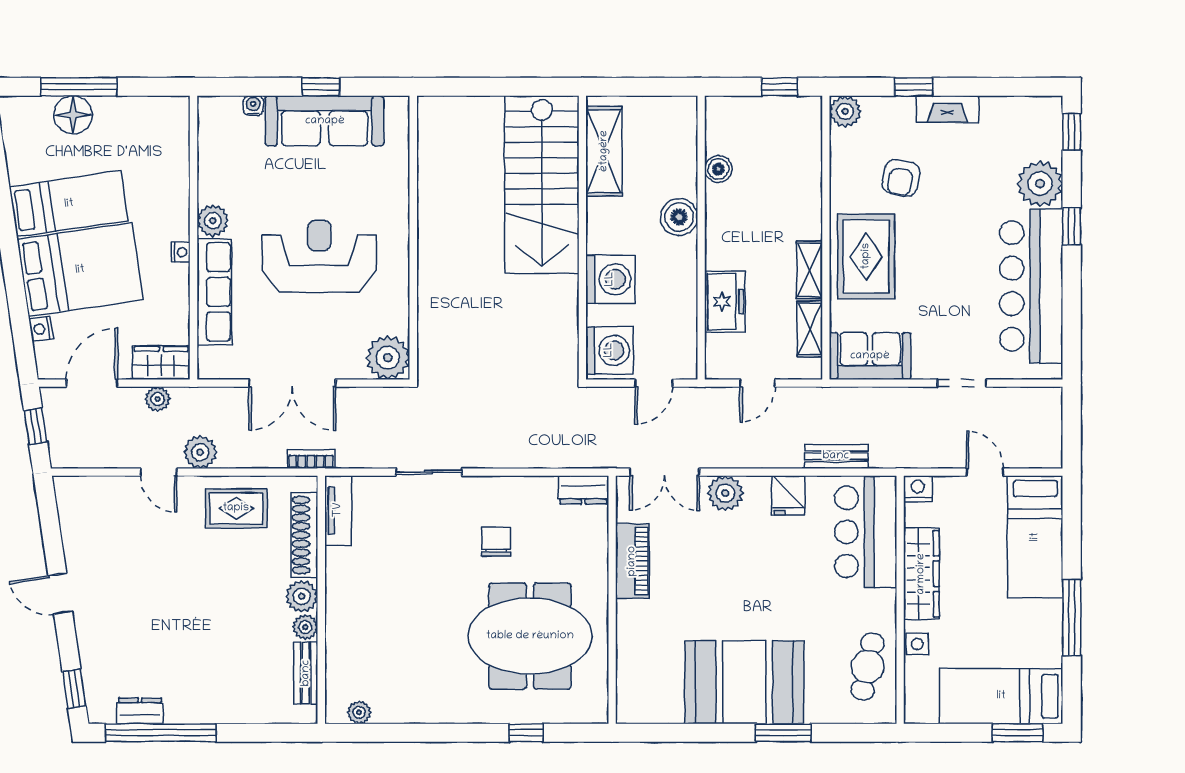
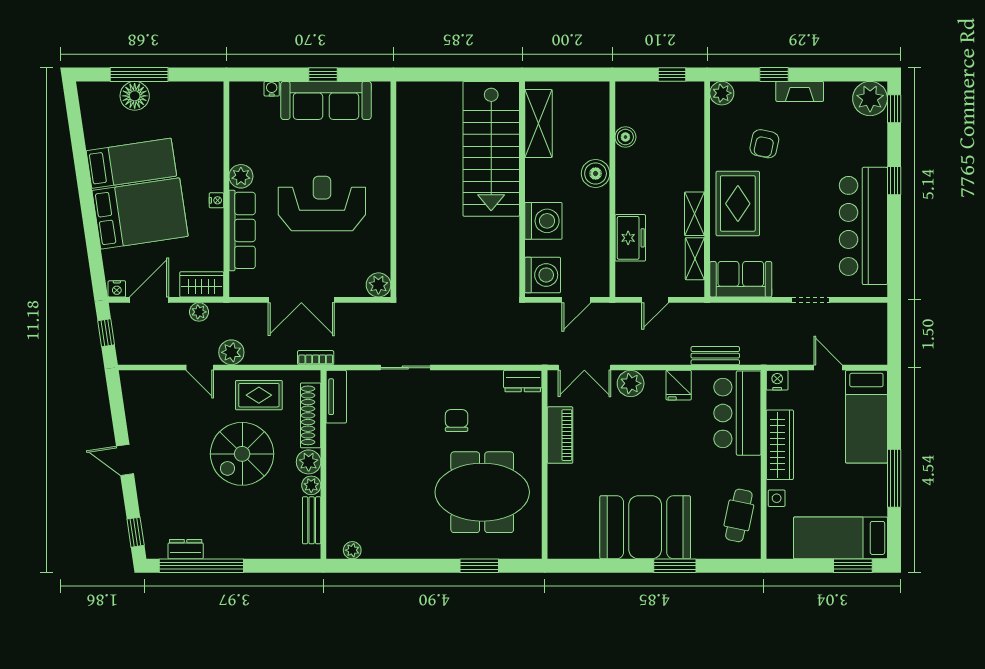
plant: (1040, 184) -> (870, 99), moved
nightstand: (41, 329) -> (117, 289), moved, turned -82
plant: (388, 358) -> (378, 285), width x0.73, depth x0.73
spiral stairs: (214, 586) -> (242, 454), added
window: (526, 733) -> (479, 566), width x1.50

